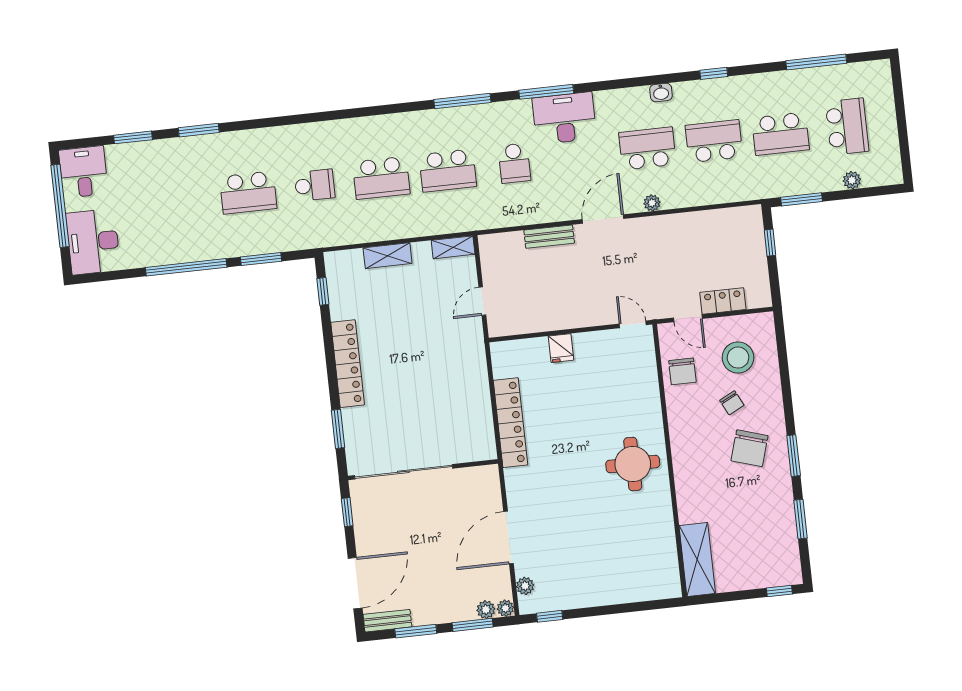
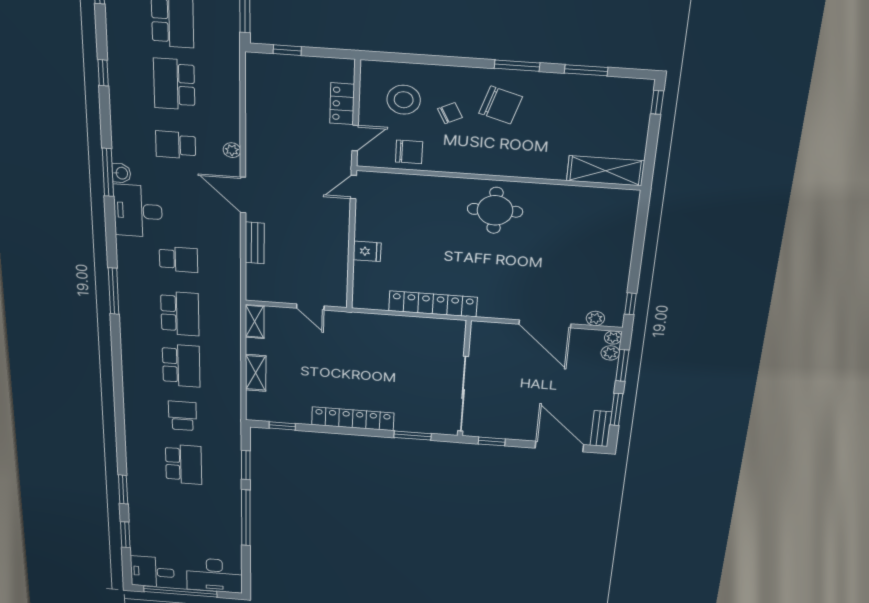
window: (546, 92) -> (108, 172), moved
washbasin: (661, 92) -> (121, 173), moved
school desk: (647, 148) -> (176, 145), width x0.54

